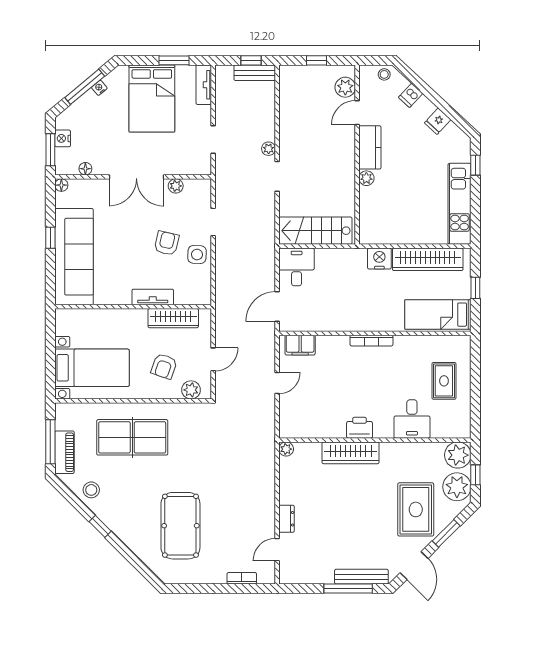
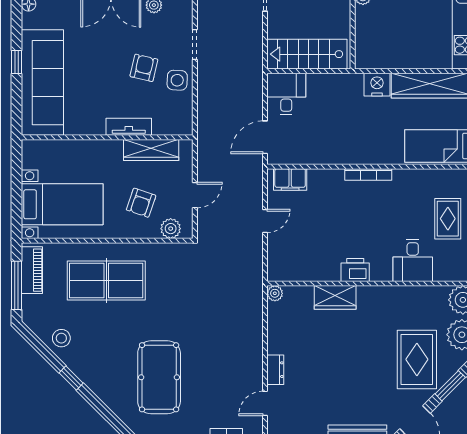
piano: (64, 452) -> (32, 270), moved
wardrobe: (351, 453) -> (335, 297), width x0.67

